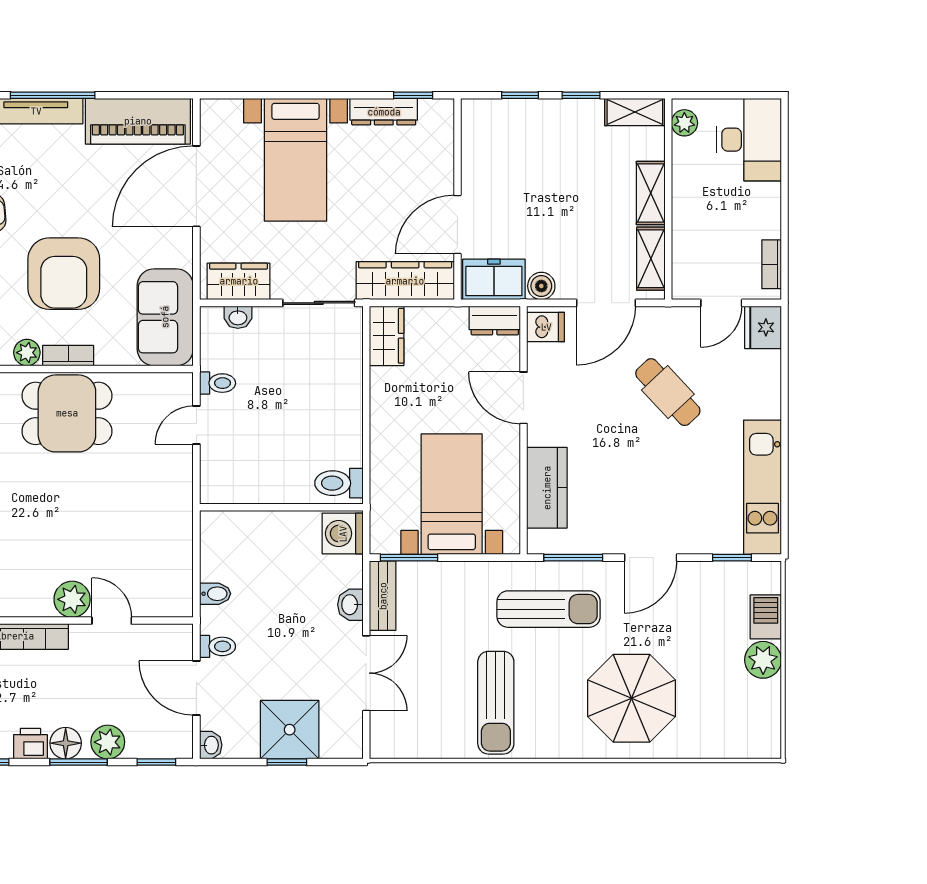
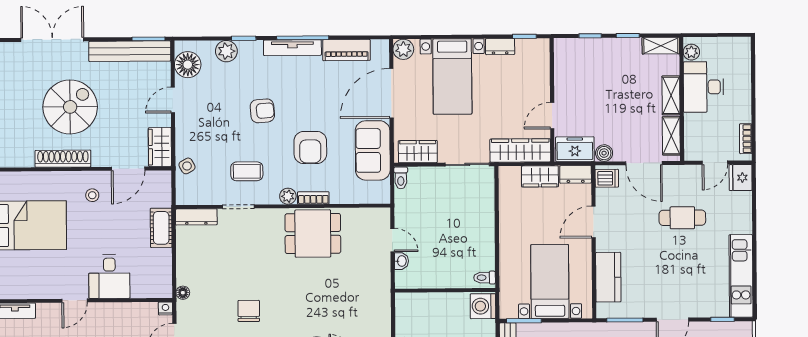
dresser: (384, 112) -> (500, 47), width x0.70
plant: (216, 115) -> (403, 49), added
piano: (138, 121) -> (347, 50), width x0.73, depth x0.75
desk: (749, 140) -> (703, 87), moved, turned 180
door: (457, 225) -> (552, 116), width x0.73
armchair: (64, 274) -> (310, 147), width x0.73, depth x0.73
door: (606, 303) -> (644, 163), hinge flipped
sofa: (165, 317) -> (373, 150), moved
washbasin: (238, 317) -> (401, 261), moved, turned -90
wardrobe: (387, 336) -> (540, 176), moved, turned 90
toilet: (218, 383) -> (401, 178), moved, turned 90
cafe table: (668, 392) -> (682, 218), turned -47
door: (523, 398) -> (594, 222), hinge flipped
door: (196, 425) -> (392, 240), swing flipped
toilet: (339, 483) -> (485, 278), width x0.73, depth x0.72

